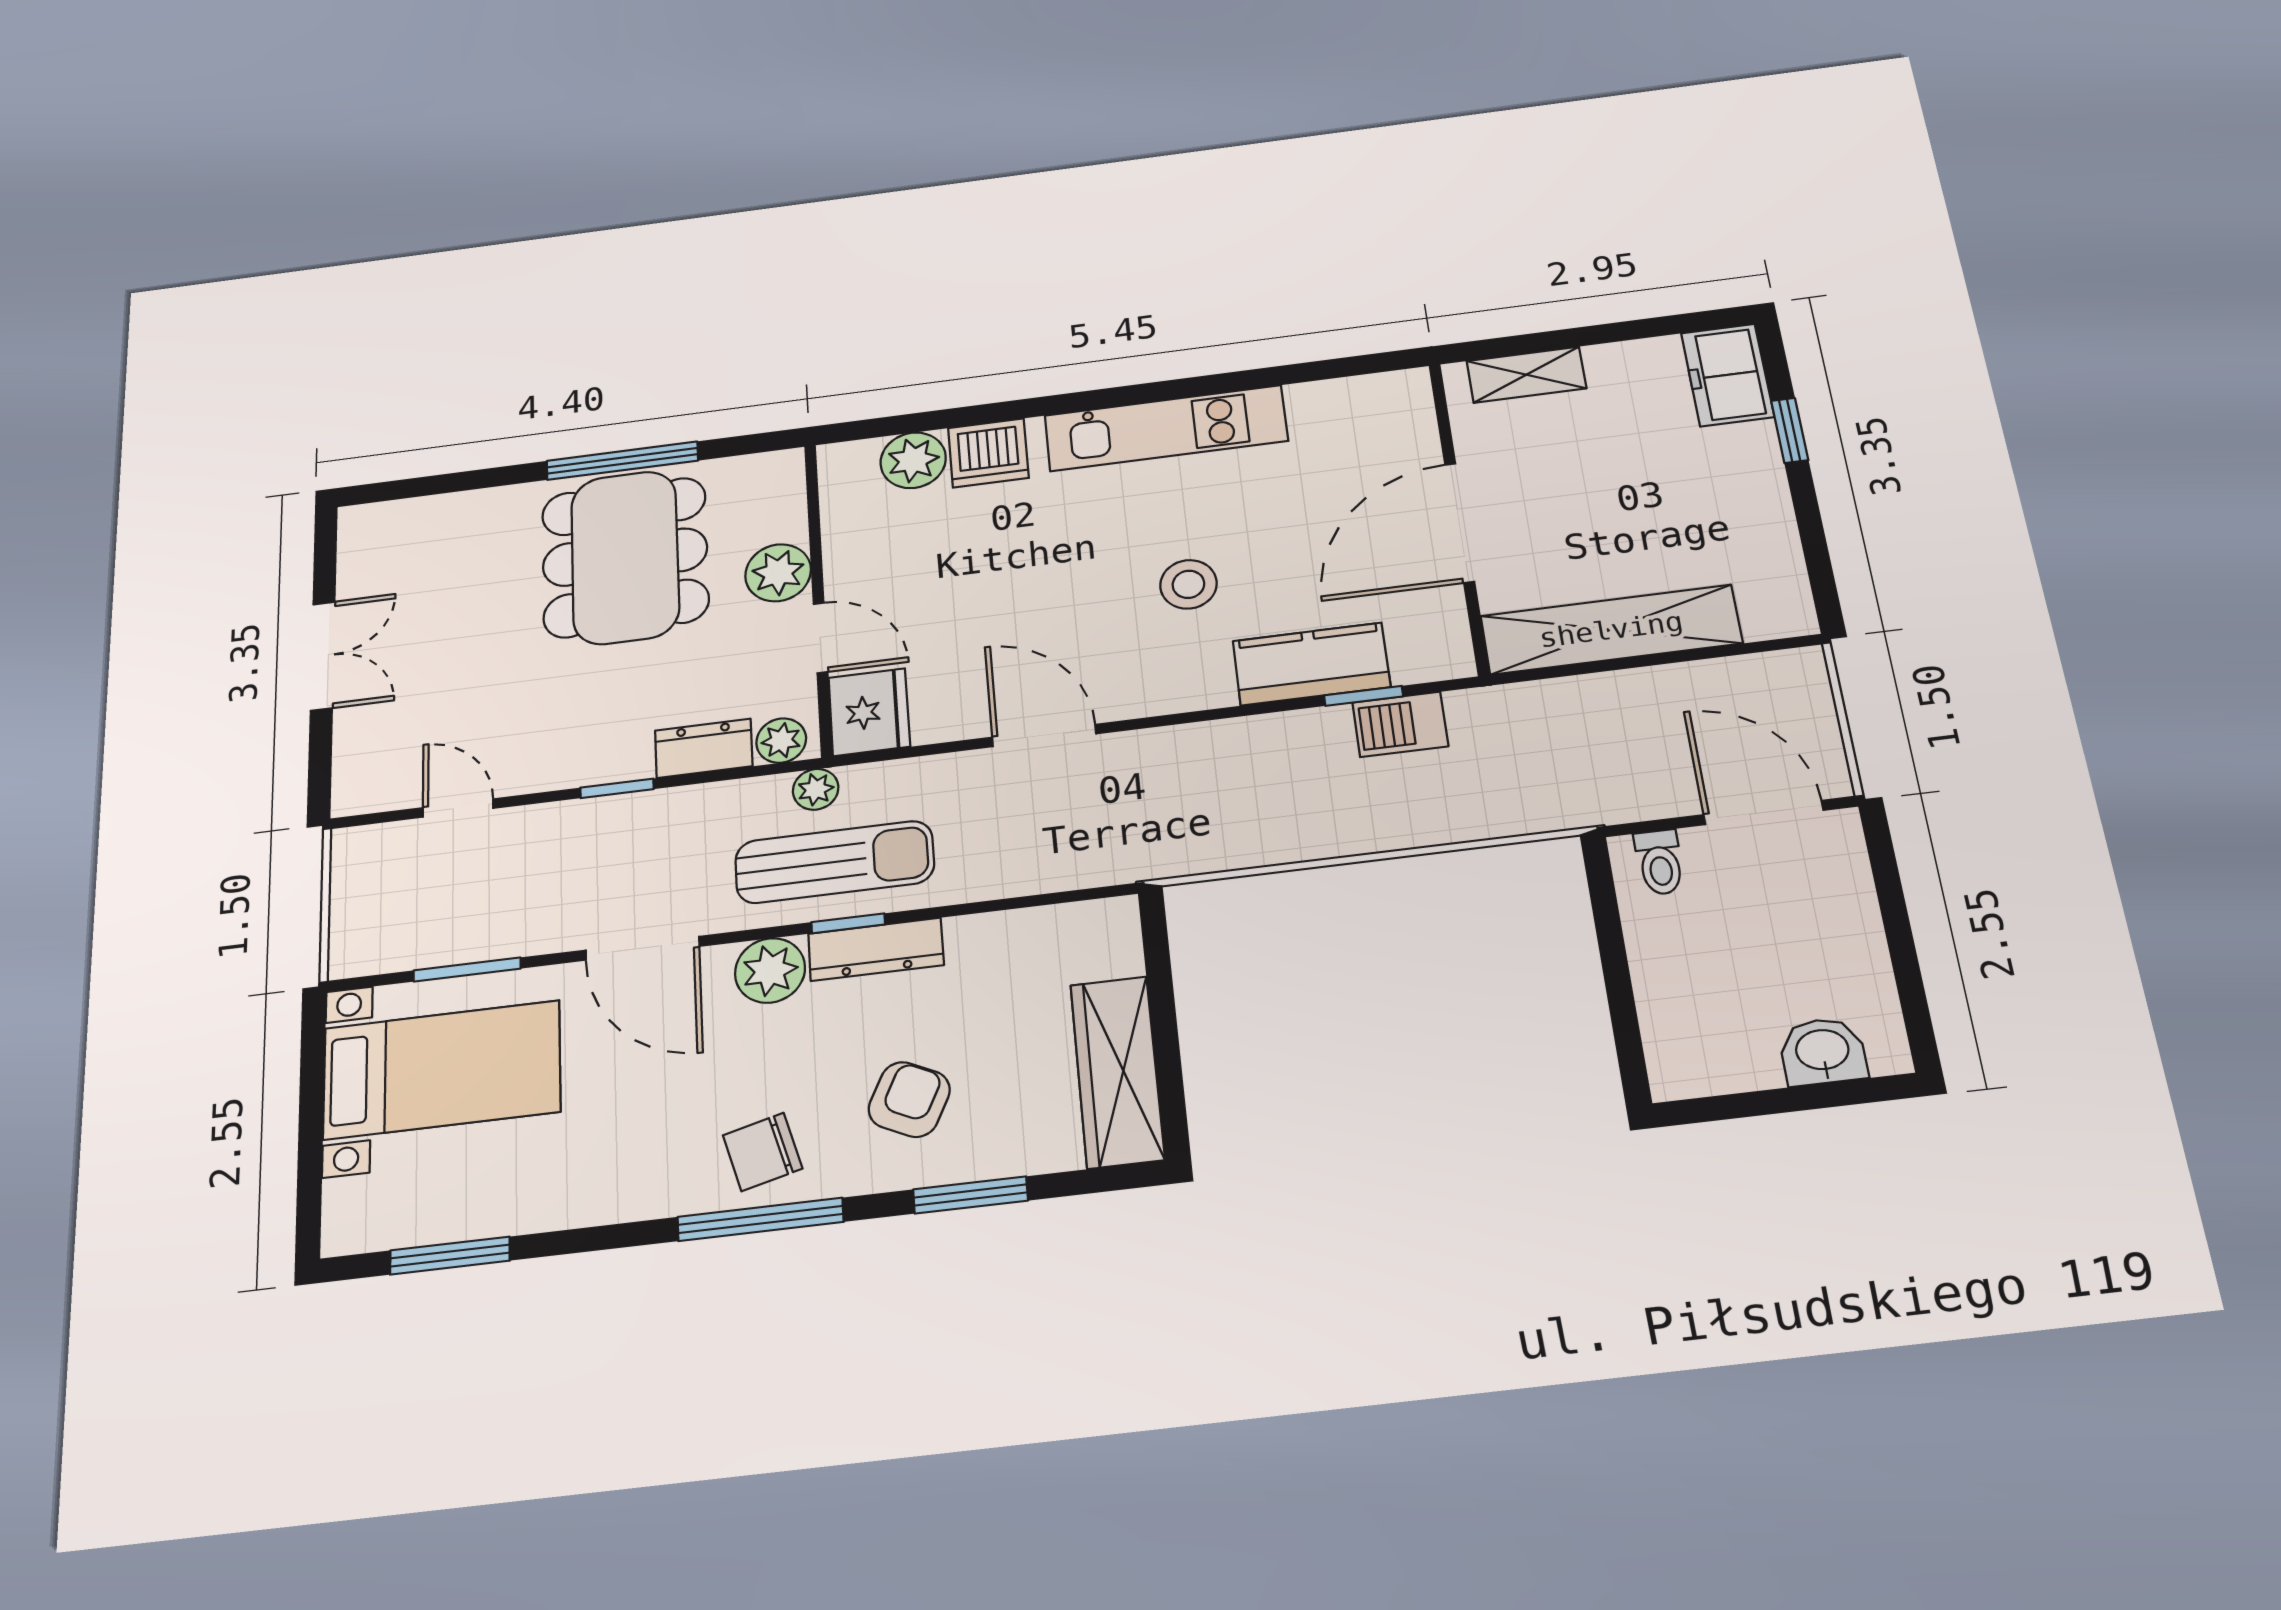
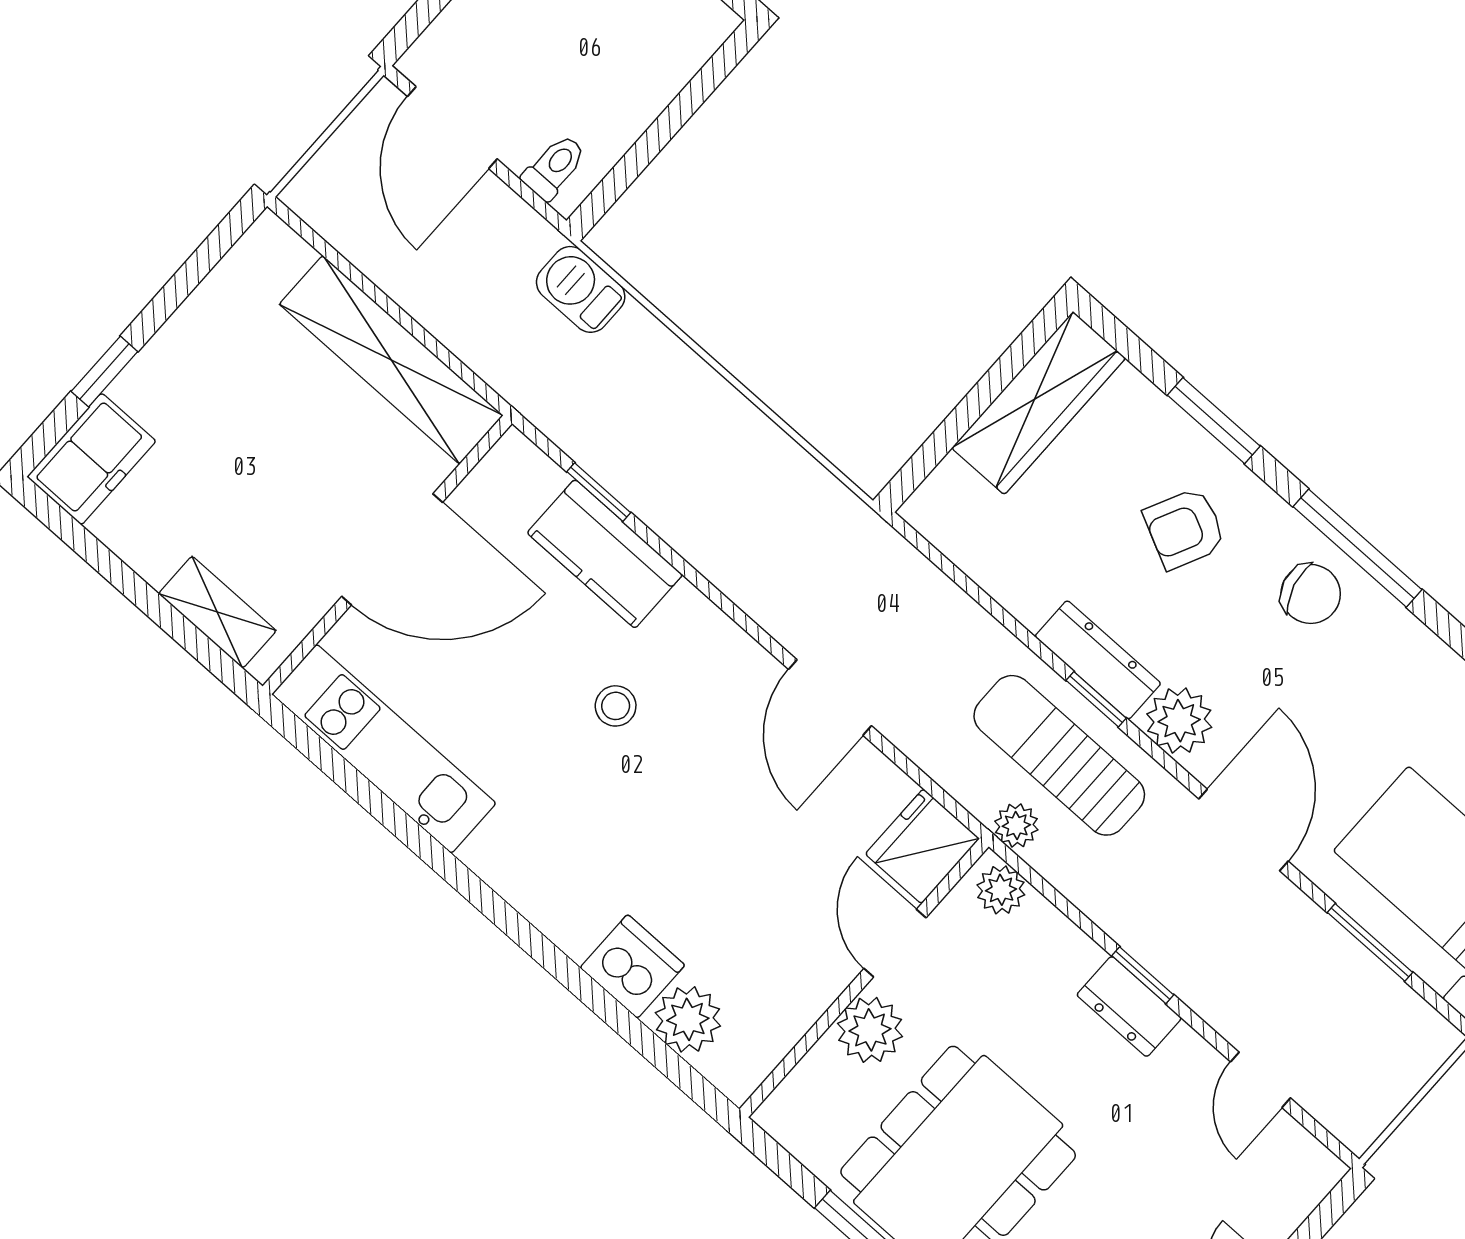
kitchen unit: (1166, 428) -> (384, 749), moved
stool: (1188, 584) -> (616, 706), width x0.73, depth x0.73
barbecue: (1400, 724) -> (581, 289), moved, turned 180
dresser: (704, 748) -> (1129, 1006), moved

